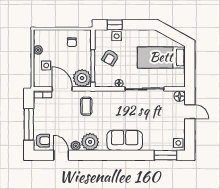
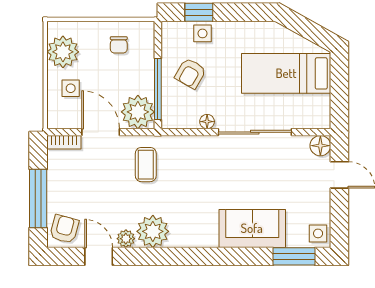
plant: (38, 50) -> (63, 52), width x1.88, depth x1.88
sofa: (125, 140) -> (252, 228), moved
armchair: (43, 141) -> (64, 229), turned -75

